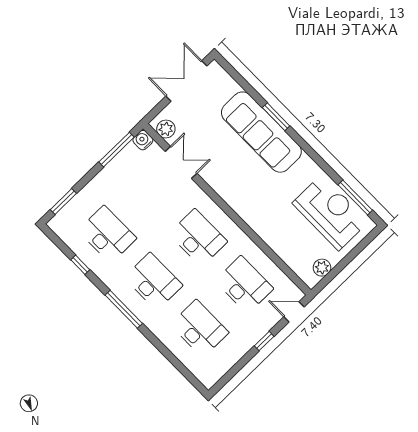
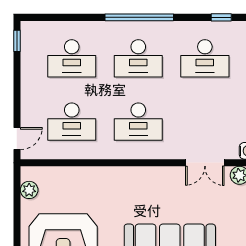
window: (80, 265) -> (221, 17), moved
window: (124, 309) -> (139, 17), width x1.46
window: (264, 341) -> (17, 41), moved

